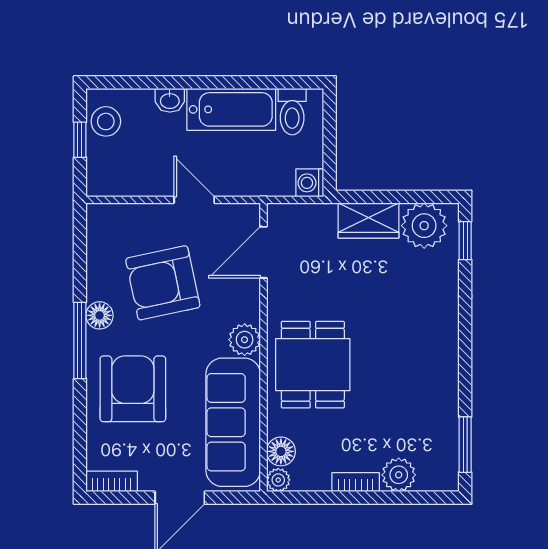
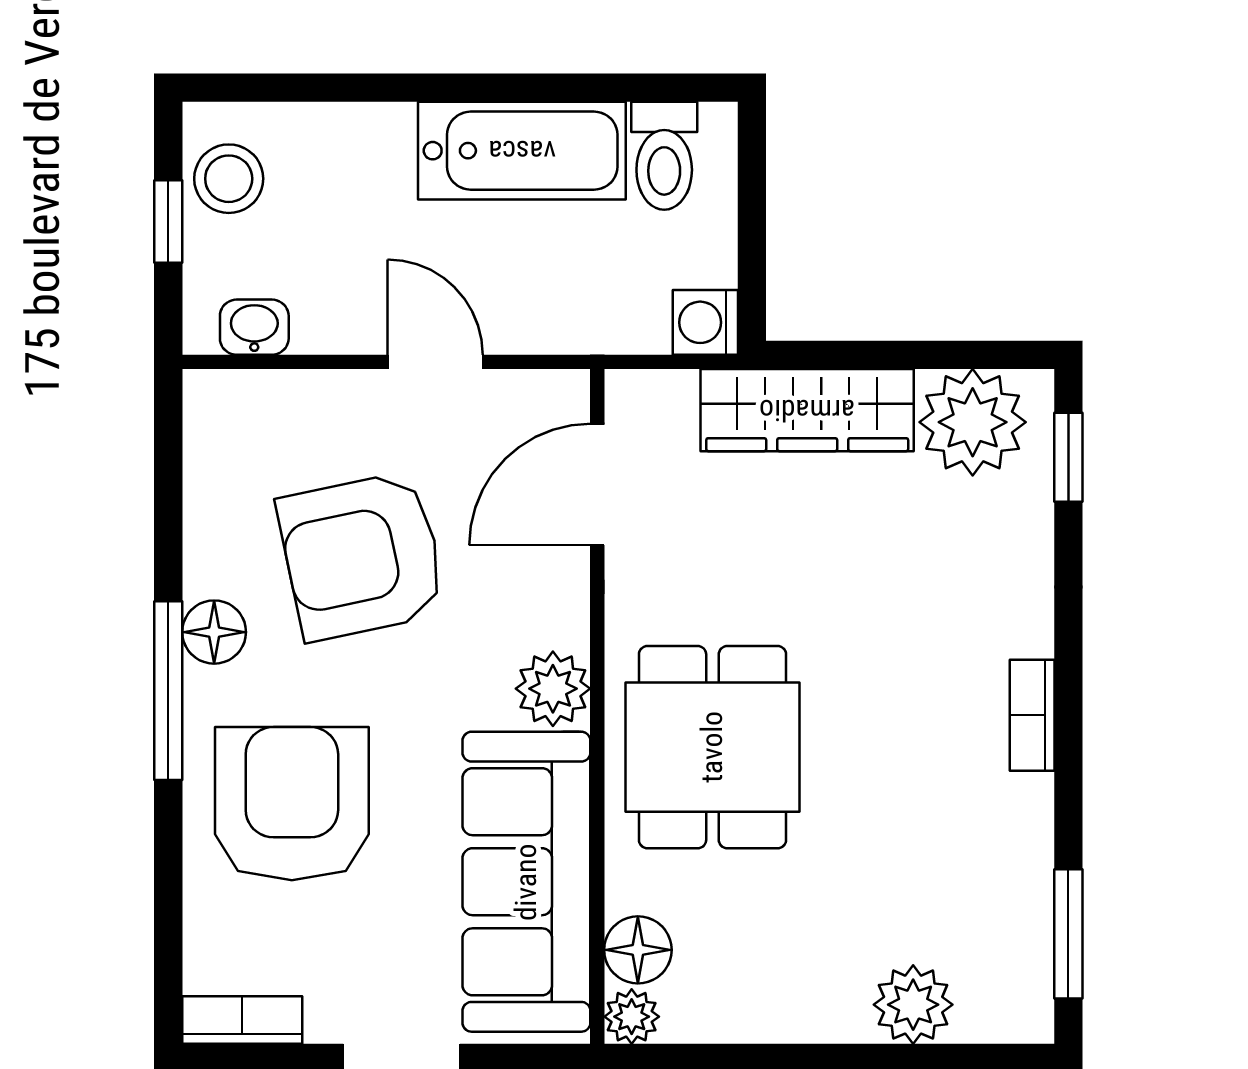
washbasin: (170, 100) -> (254, 327), moved, turned 180
wardrobe: (369, 220) -> (807, 410), width x1.50
bookcase: (356, 482) -> (1032, 715), moved, turned -90

